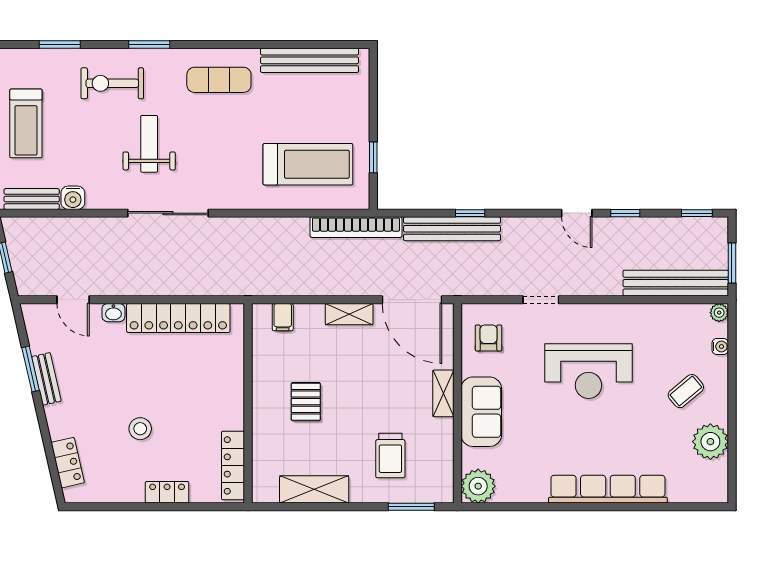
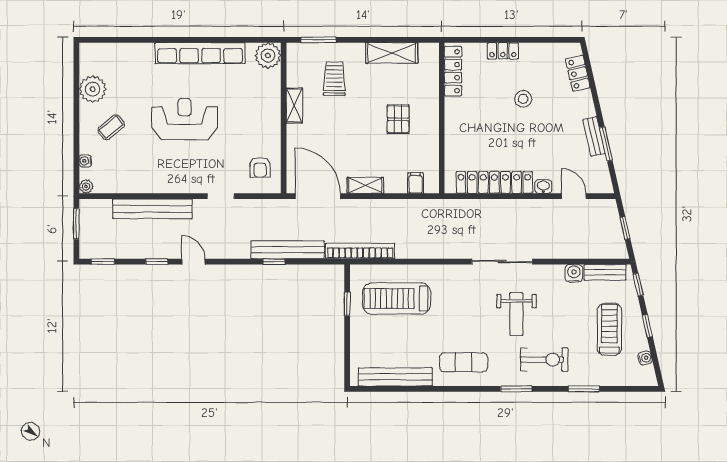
bench: (676, 283) -> (152, 209), moved
reception desk: (588, 371) -> (185, 119), moved
shelving: (443, 393) -> (294, 106), moved
sofa: (481, 412) -> (266, 112), removed
row of seats: (608, 489) -> (200, 53), moved

